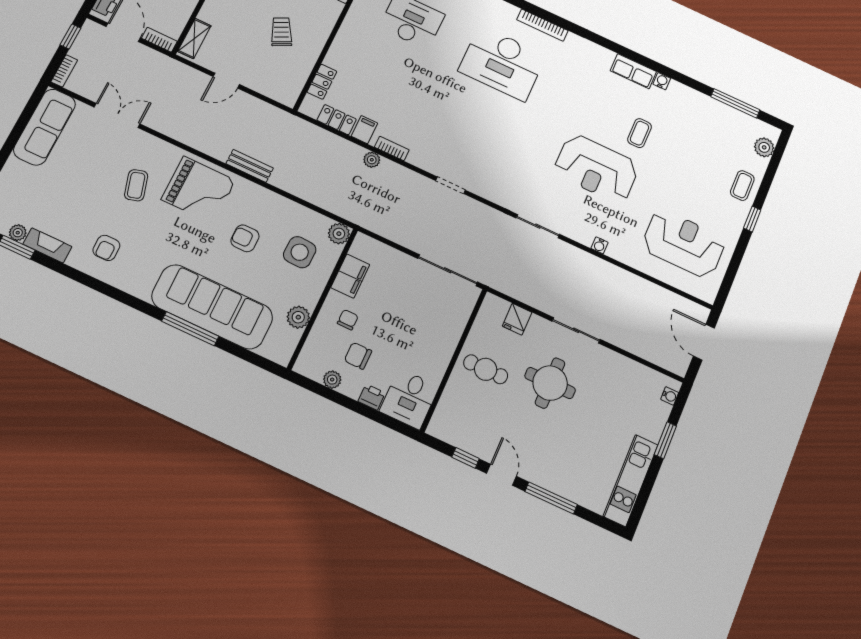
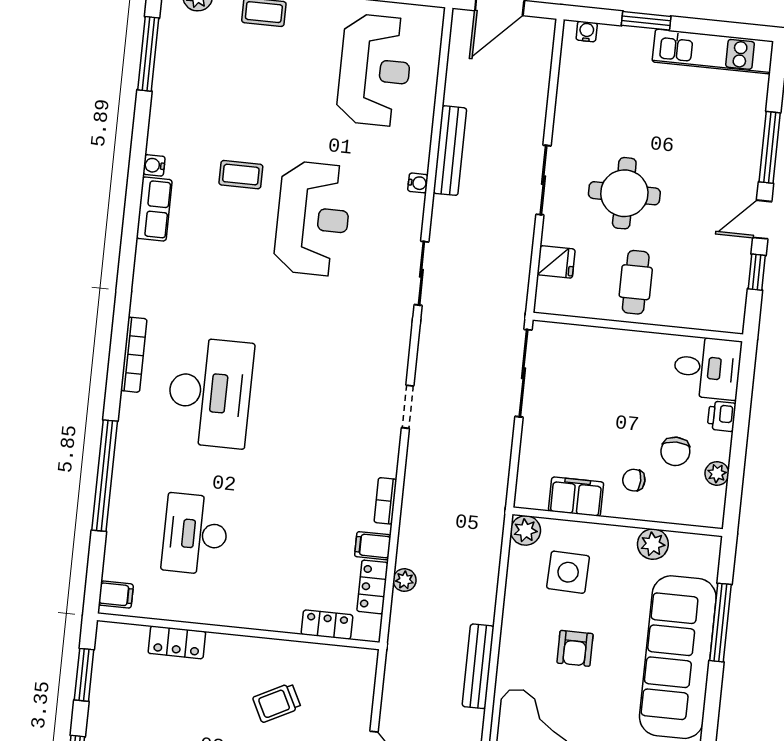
plant: (372, 160) -> (405, 580), moved
bench: (250, 166) -> (478, 666), width x1.36
reception desk: (684, 244) -> (375, 70), turned 180
bench: (615, 274) -> (450, 151), added
window: (190, 329) -> (721, 623), moved

